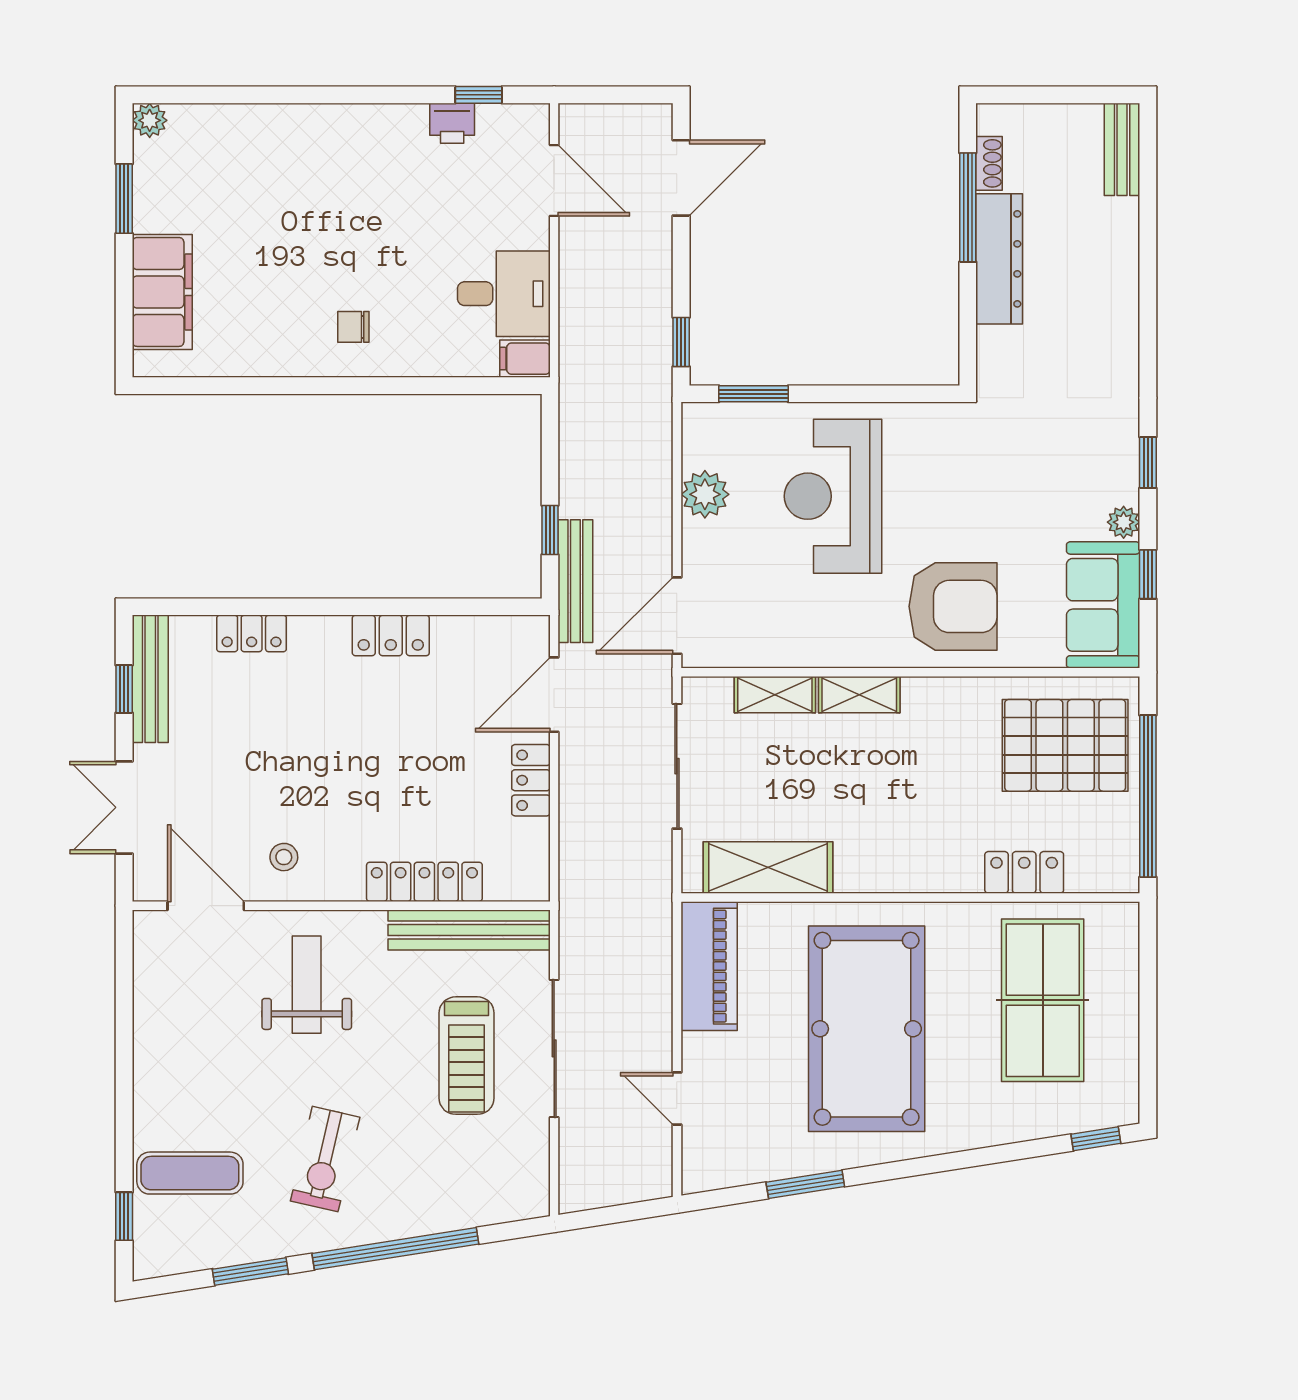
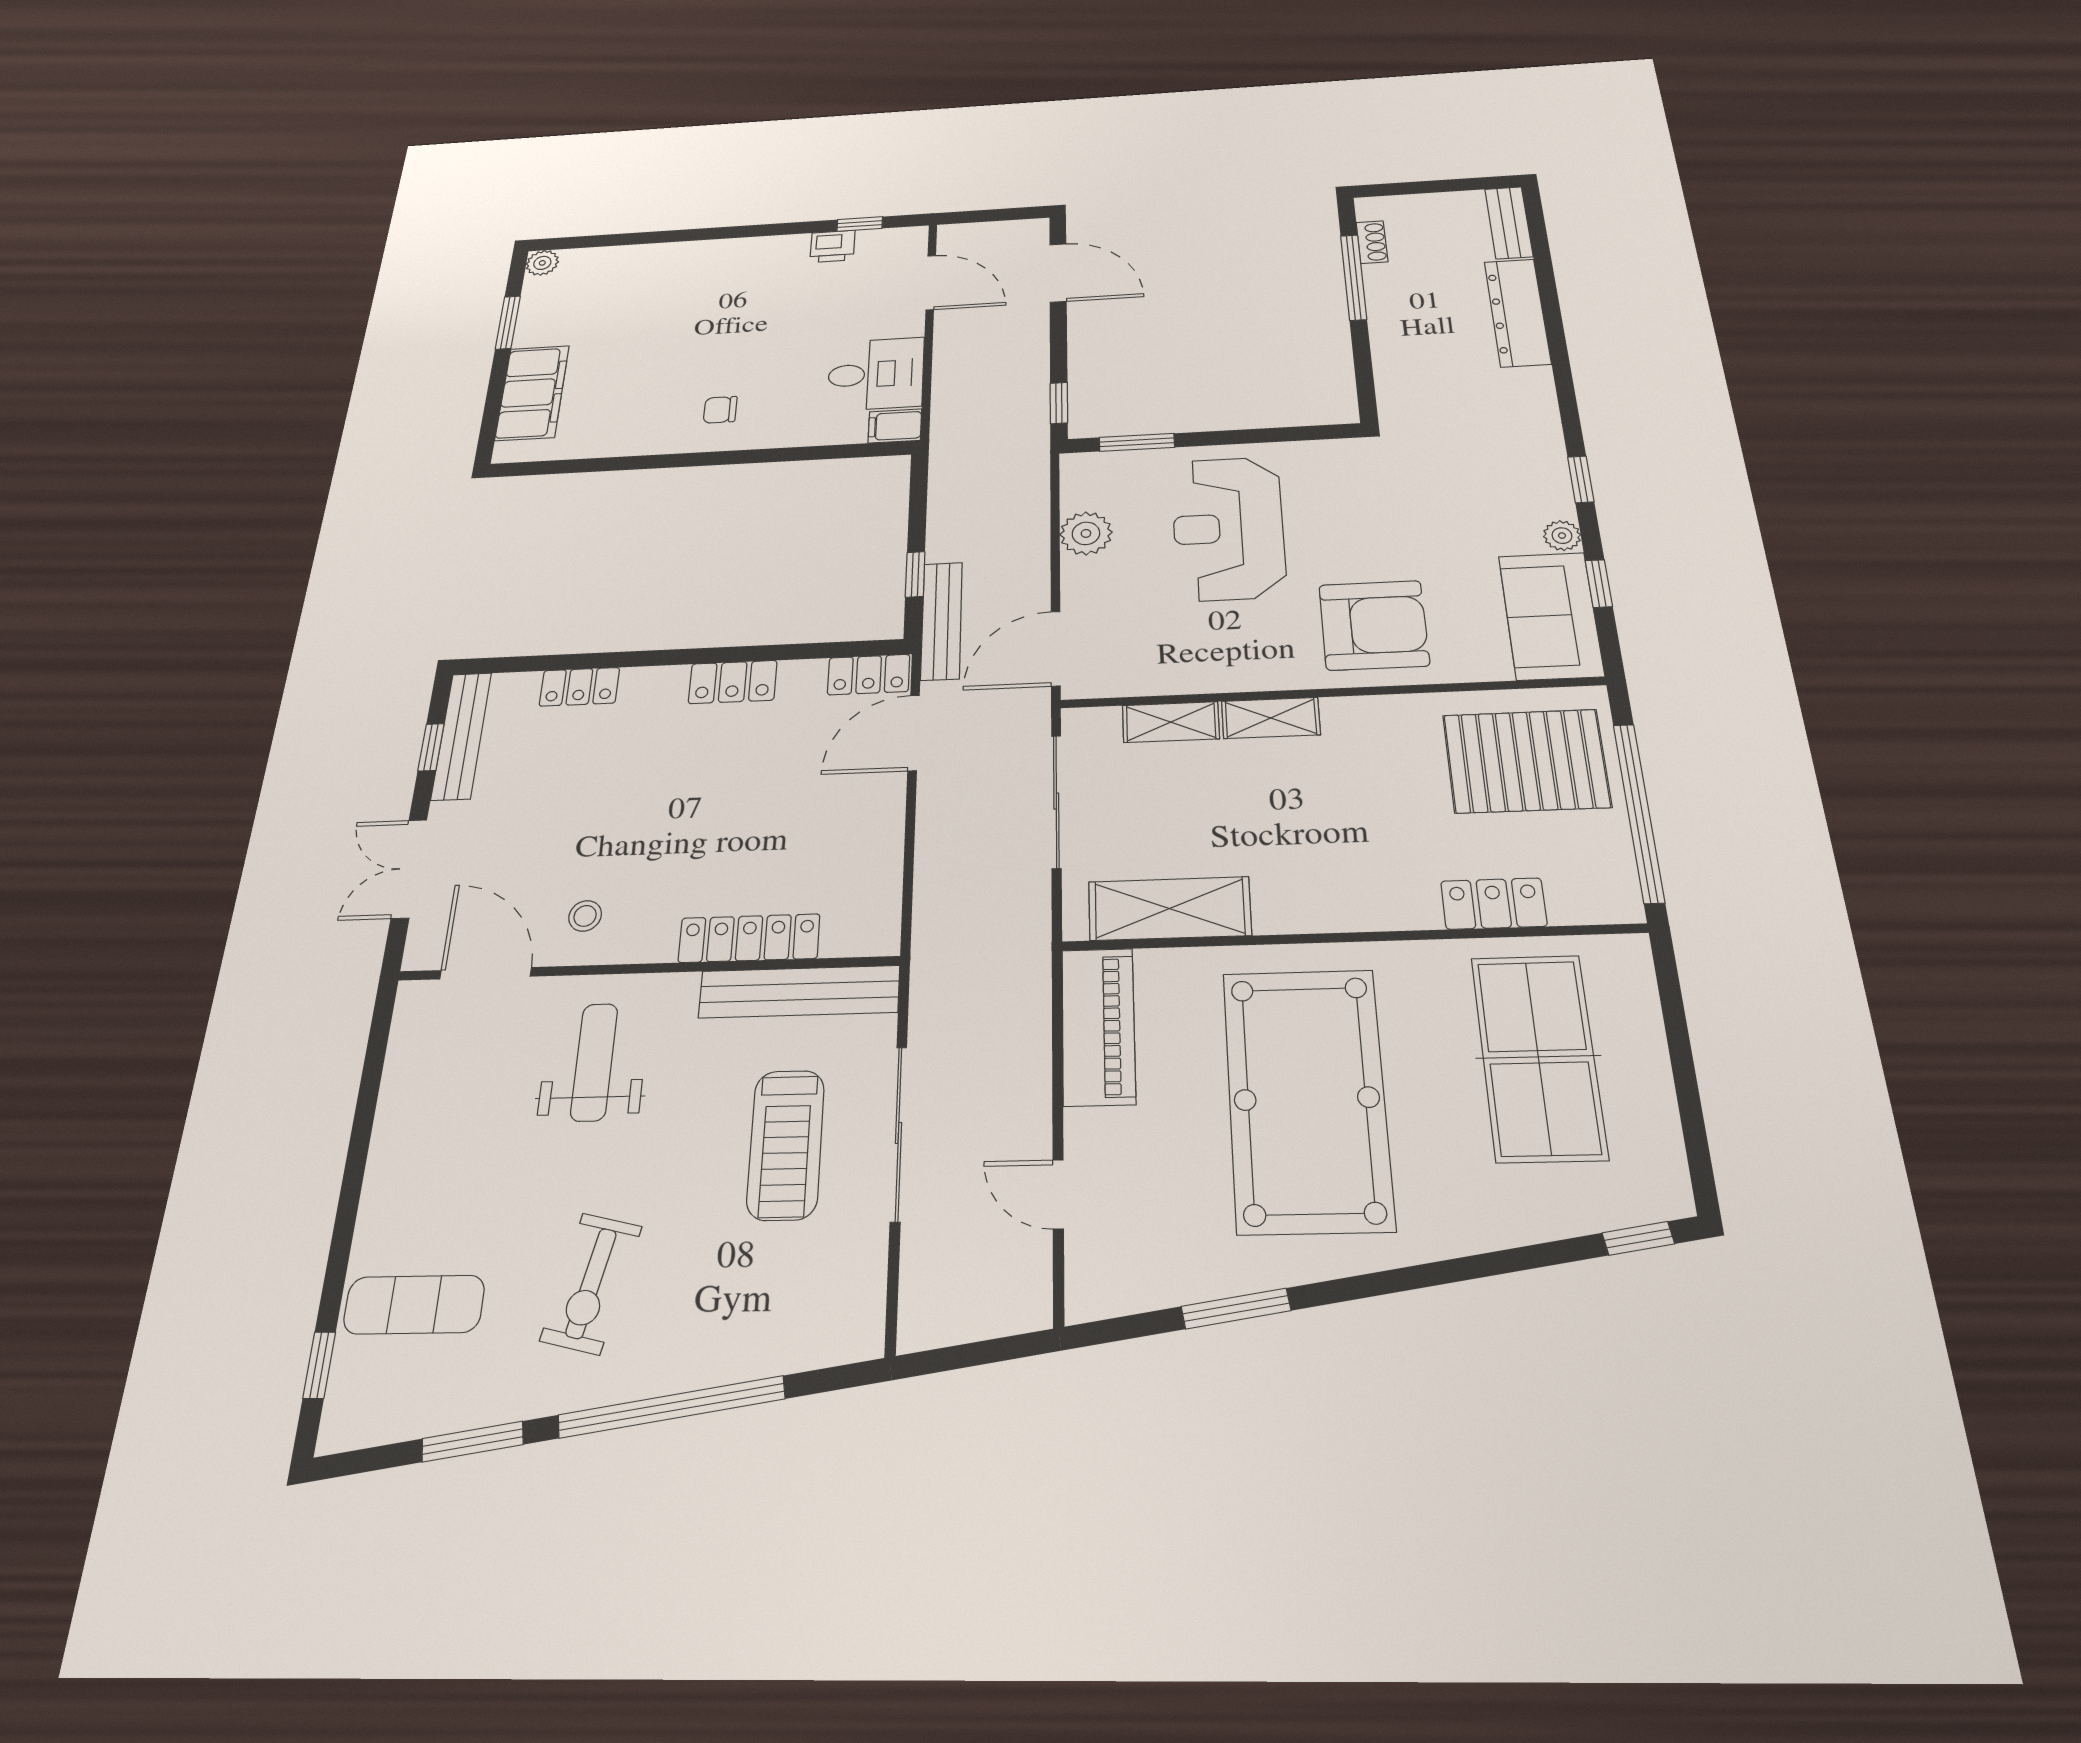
door: (681, 178) -> (1058, 273), hinge flipped
dresser: (999, 259) -> (1517, 312), moved, turned 180
locker: (531, 780) -> (869, 675), moved, turned -90

